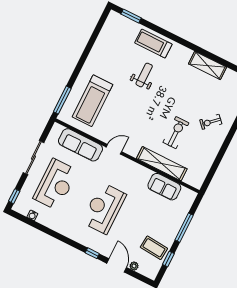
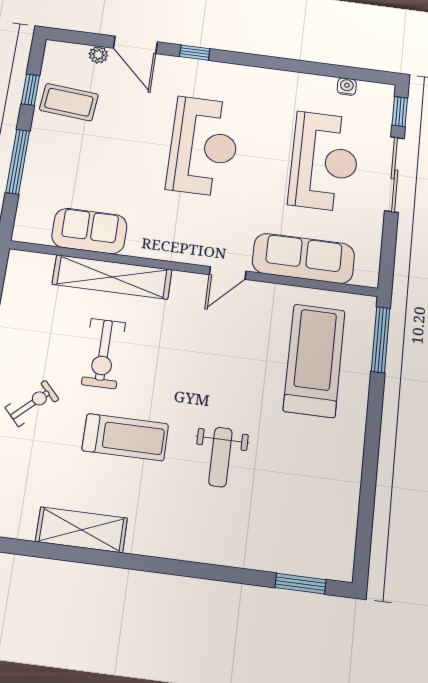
treadmill: (153, 44) -> (125, 437), moved
sliding door: (33, 158) -> (394, 174), moved
reception desk: (55, 184) -> (324, 161), turned 180

